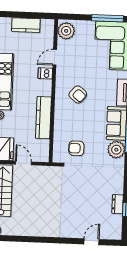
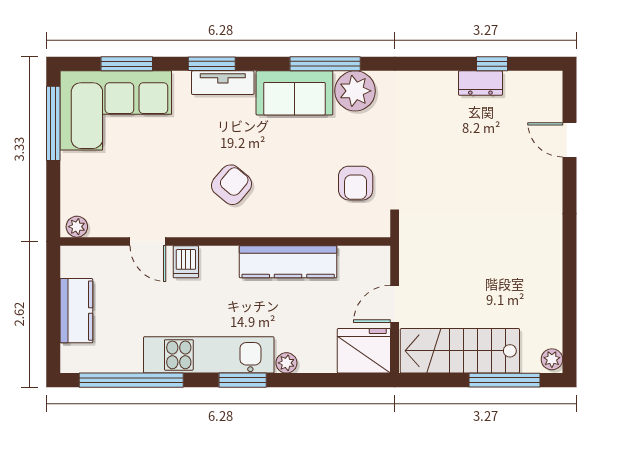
plant: (66, 31) -> (77, 227), width x0.53, depth x0.53

